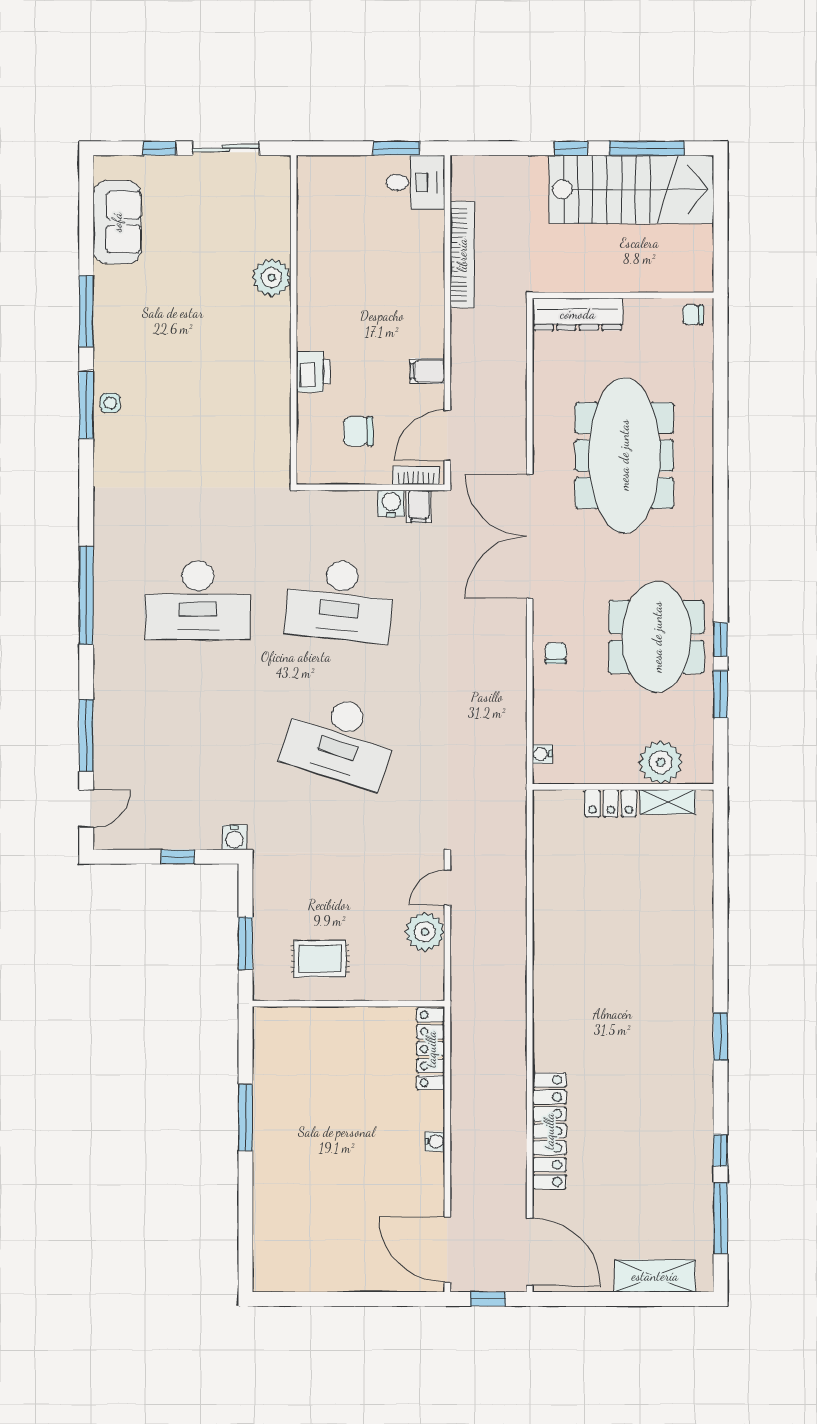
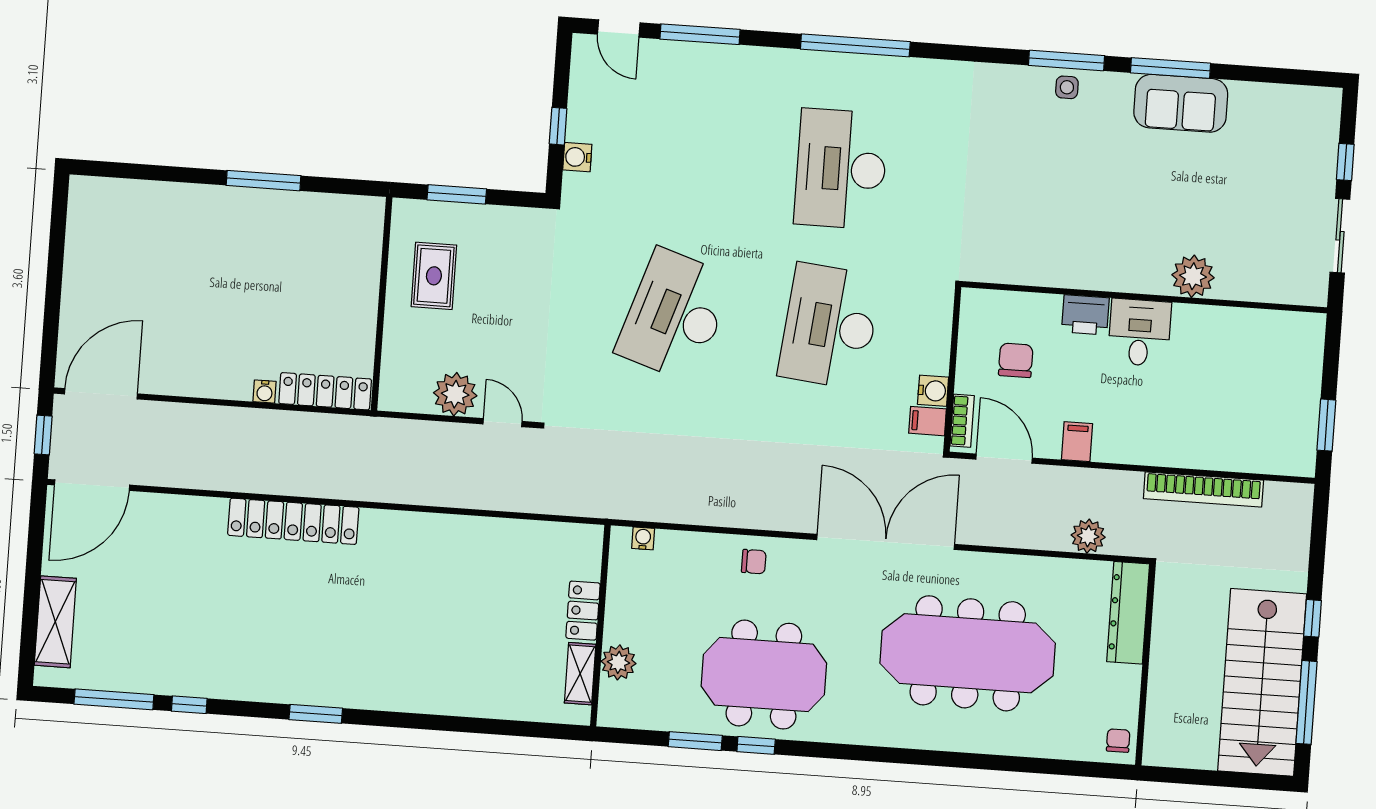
desk: (415, 182) -> (1140, 333), moved, turned 180
sofa: (117, 222) -> (1181, 103), moved
plant: (511, 355) -> (1088, 536), added
plant: (661, 762) -> (619, 662), width x0.73, depth x0.73
water cooler: (234, 838) -> (577, 157), moved
locker: (549, 1131) -> (293, 521), moved
water cooler: (435, 1141) -> (265, 392), moved

